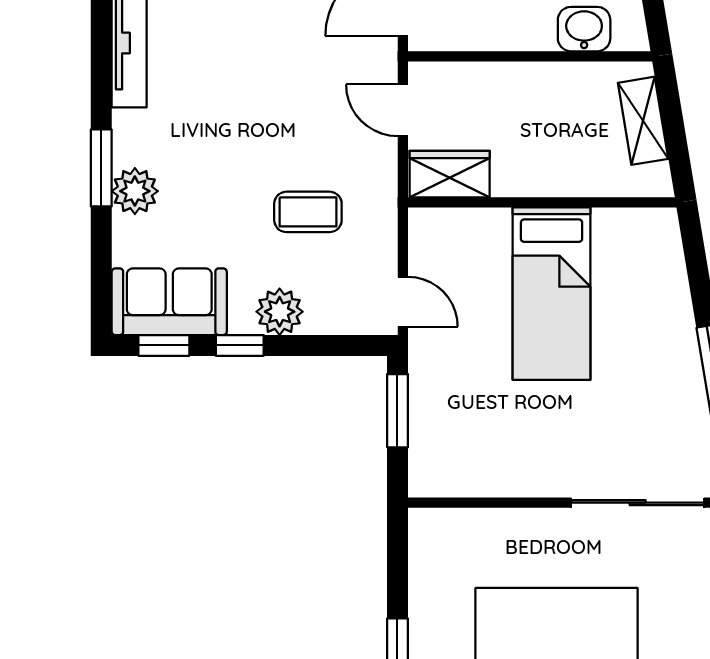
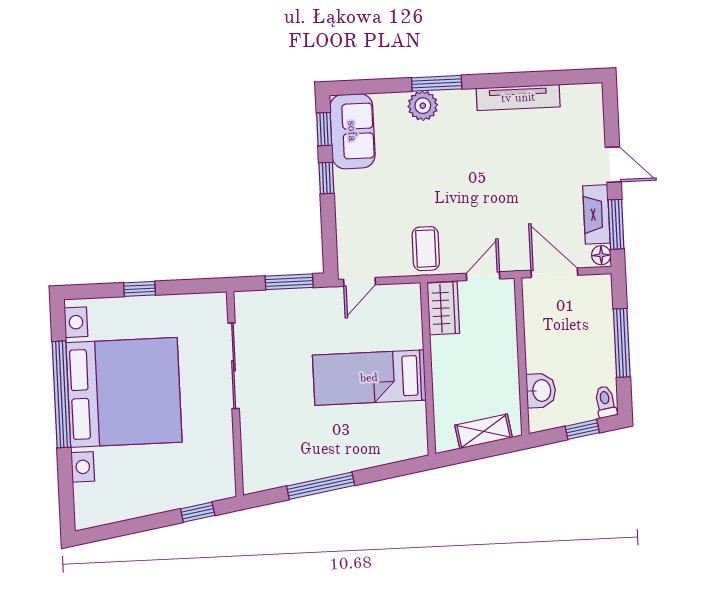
coffee table: (308, 212) -> (426, 249), moved
plant: (280, 312) -> (349, 203), removed
sliding door: (638, 503) -> (234, 366), moved

